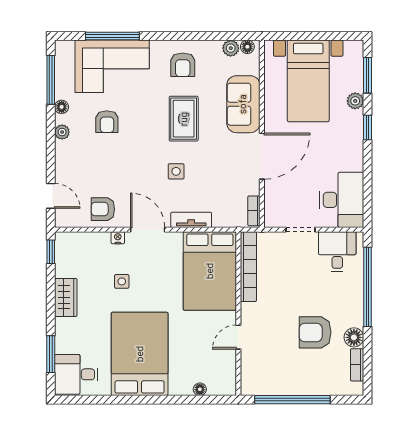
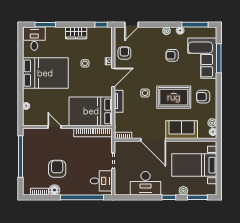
rug: (184, 119) -> (174, 97), width x1.36, depth x1.43
desk: (342, 200) -> (146, 183), moved

